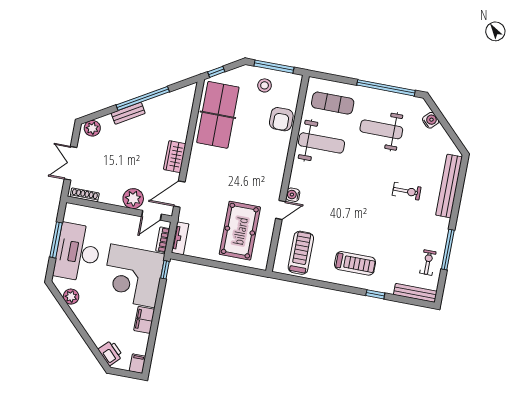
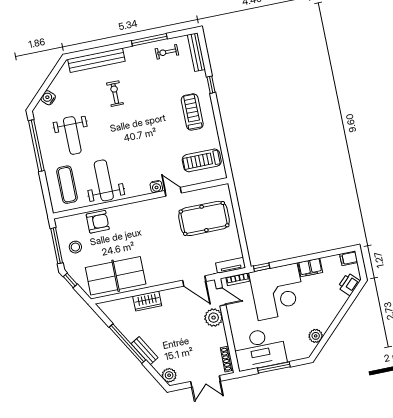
window: (216, 72) -> (70, 280), moved
wardrobe: (175, 157) -> (147, 301), moved
desk: (78, 252) -> (260, 349), moved

